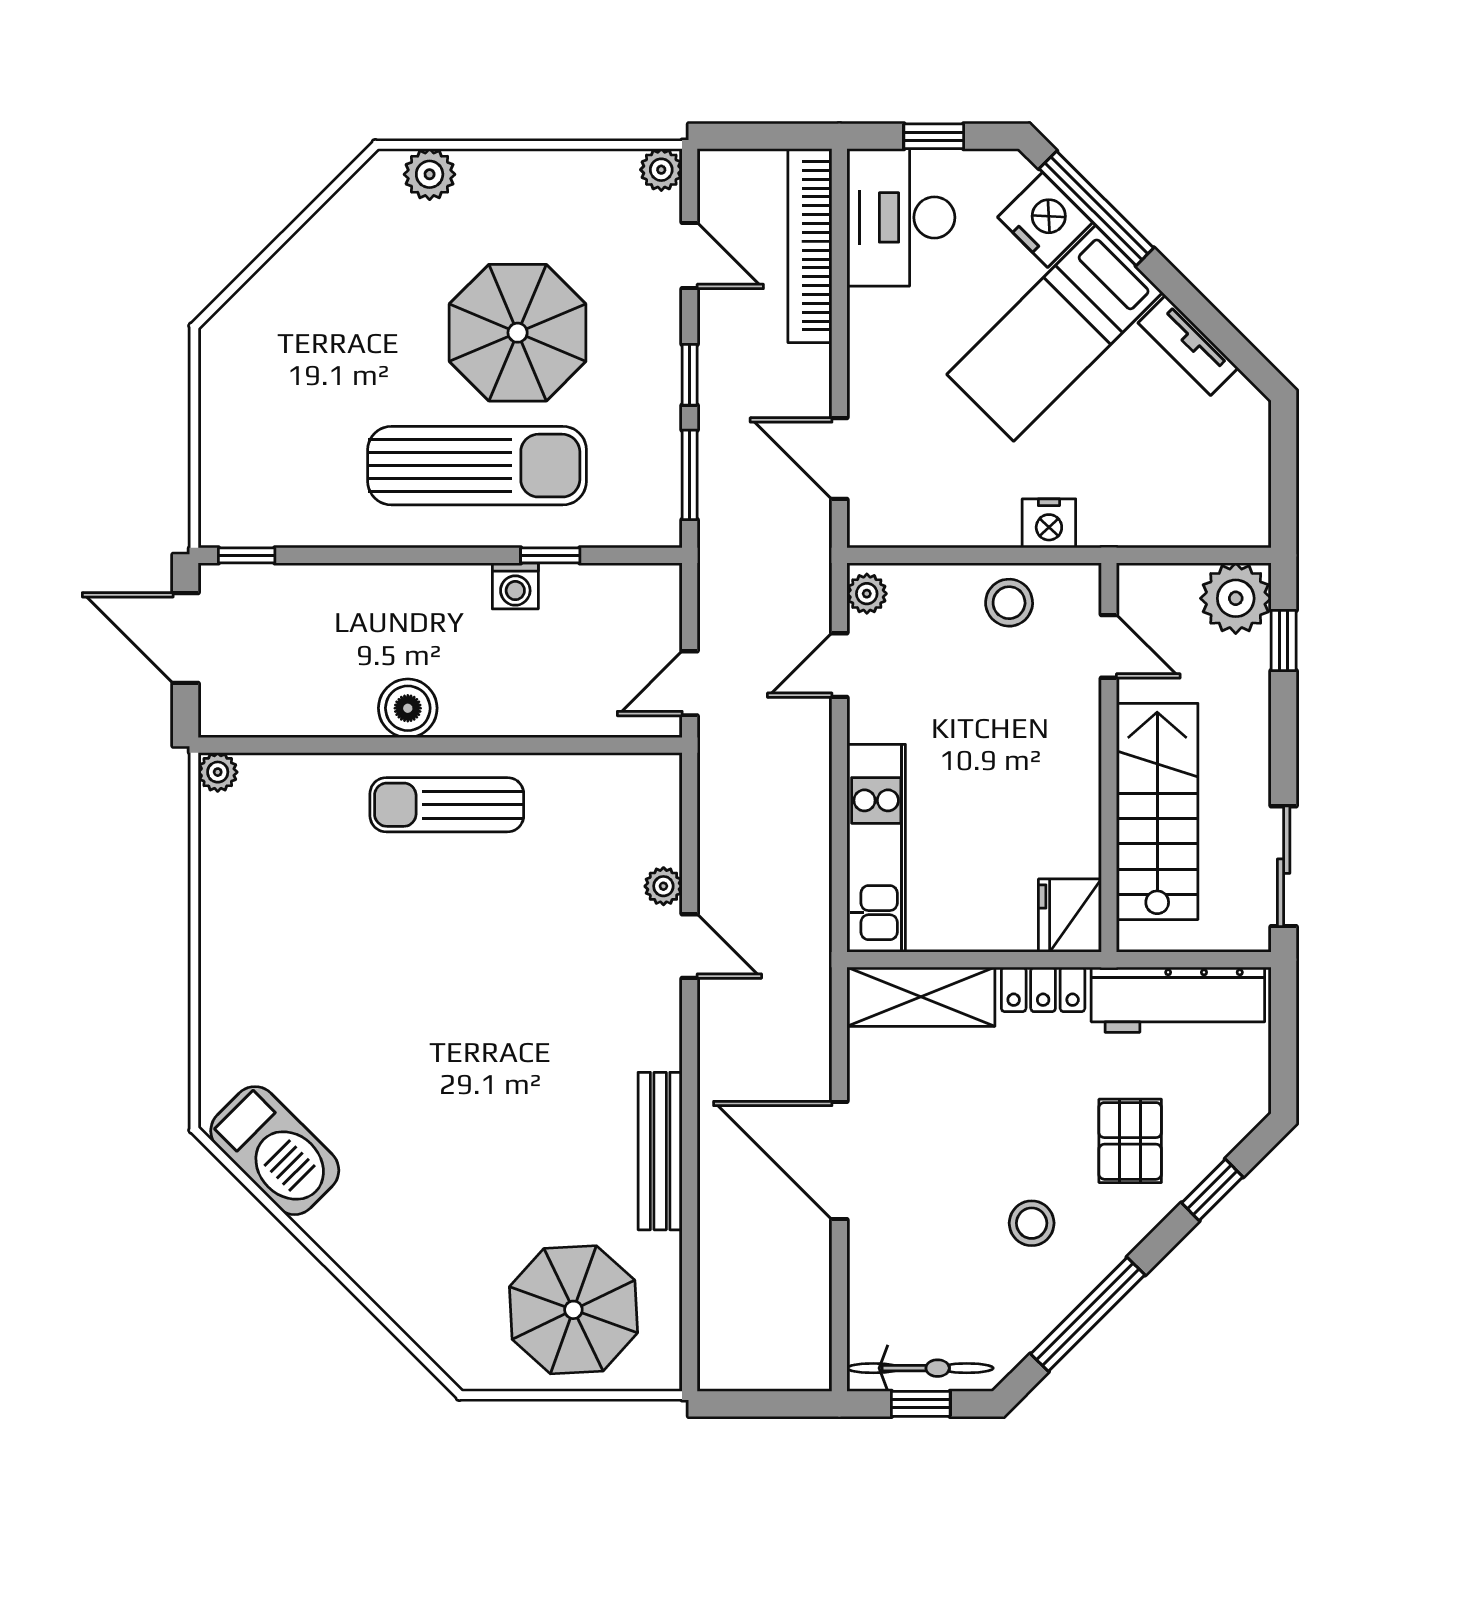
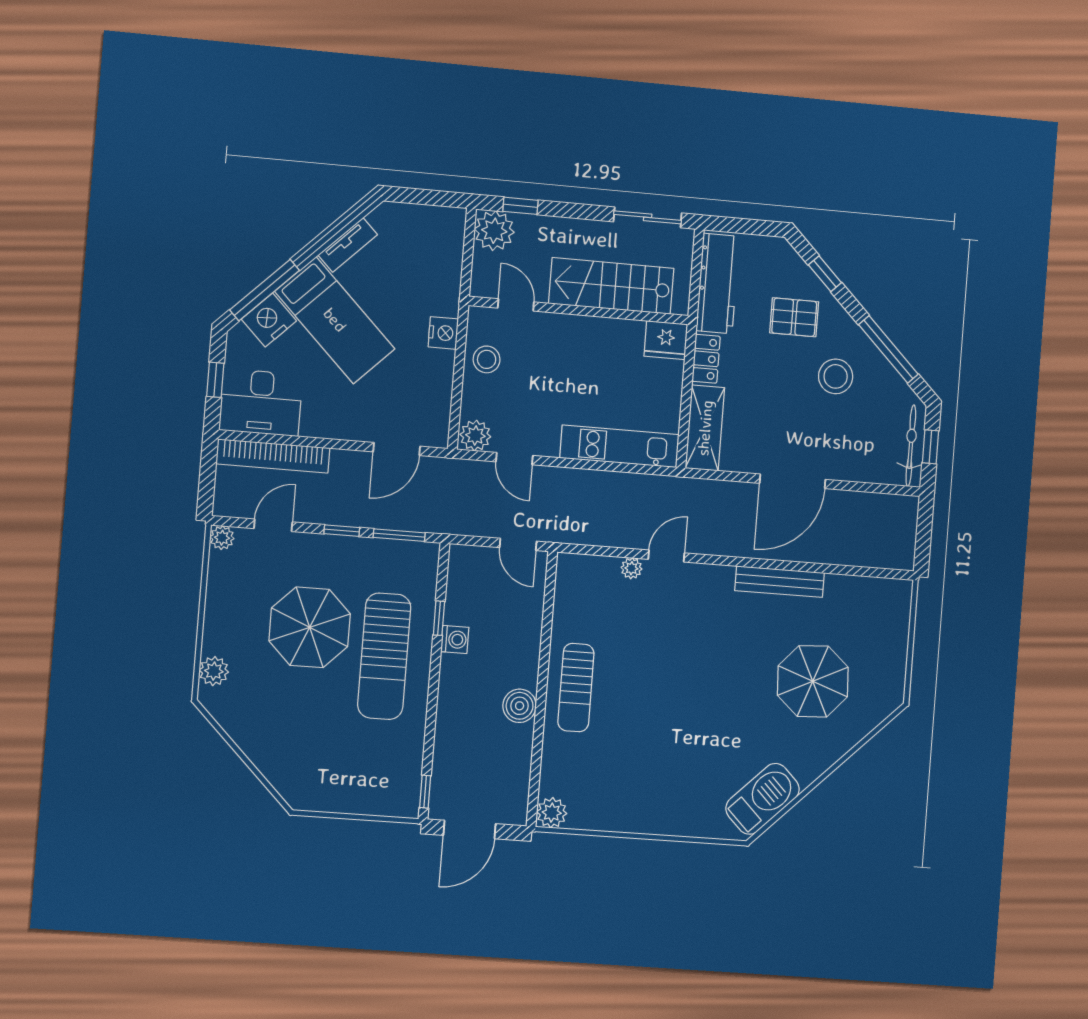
sun lounger: (477, 466) -> (384, 656), turned 180
plant: (867, 594) -> (475, 436), width x1.38, depth x1.38
door: (1109, 646) -> (516, 305), hinge flipped
plant: (218, 772) -> (552, 813), width x1.38, depth x1.38
stool: (1032, 1223) -> (836, 376), width x1.38, depth x1.38
parasol: (573, 1310) -> (813, 681), moved

